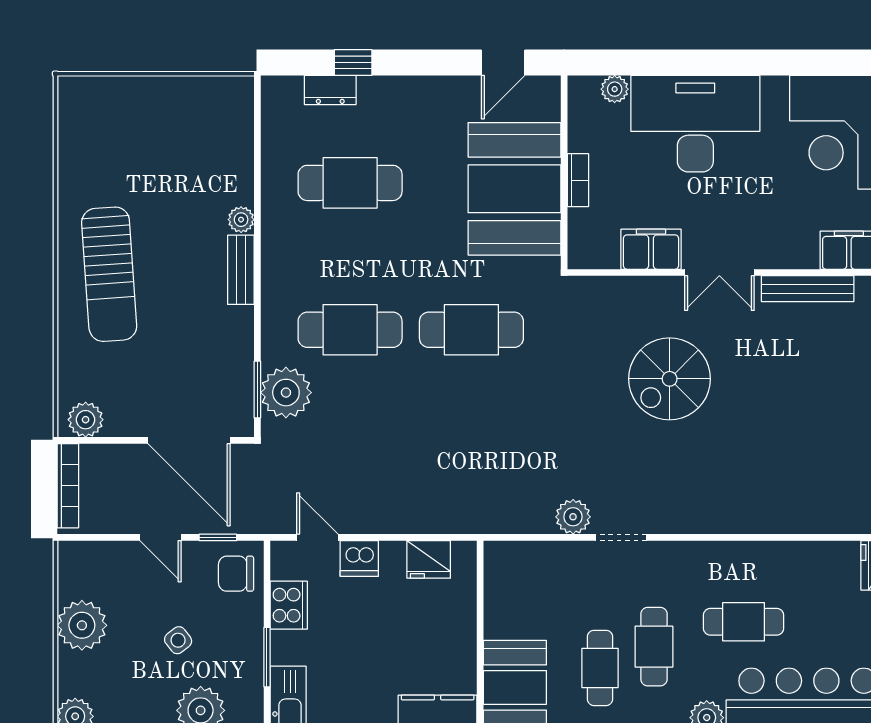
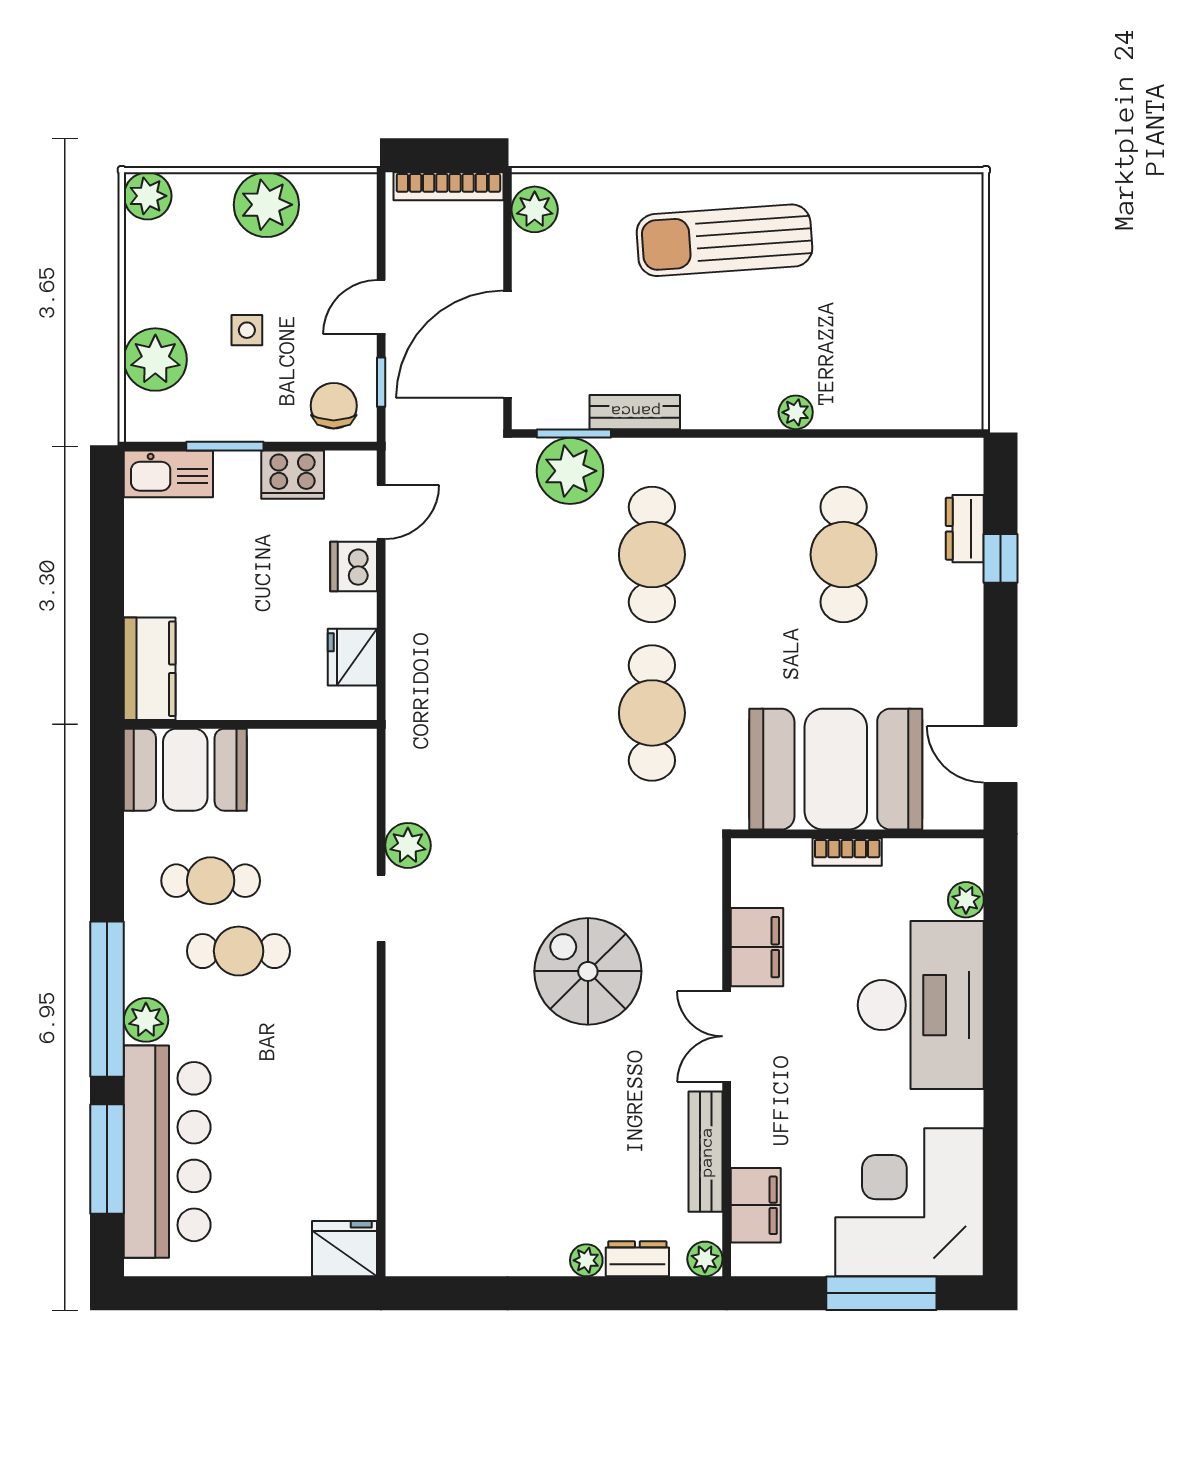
bench: (241, 270) -> (635, 412), moved
cafe table: (744, 622) -> (271, 1068), removed
side table: (178, 640) -> (247, 330), turned 38

